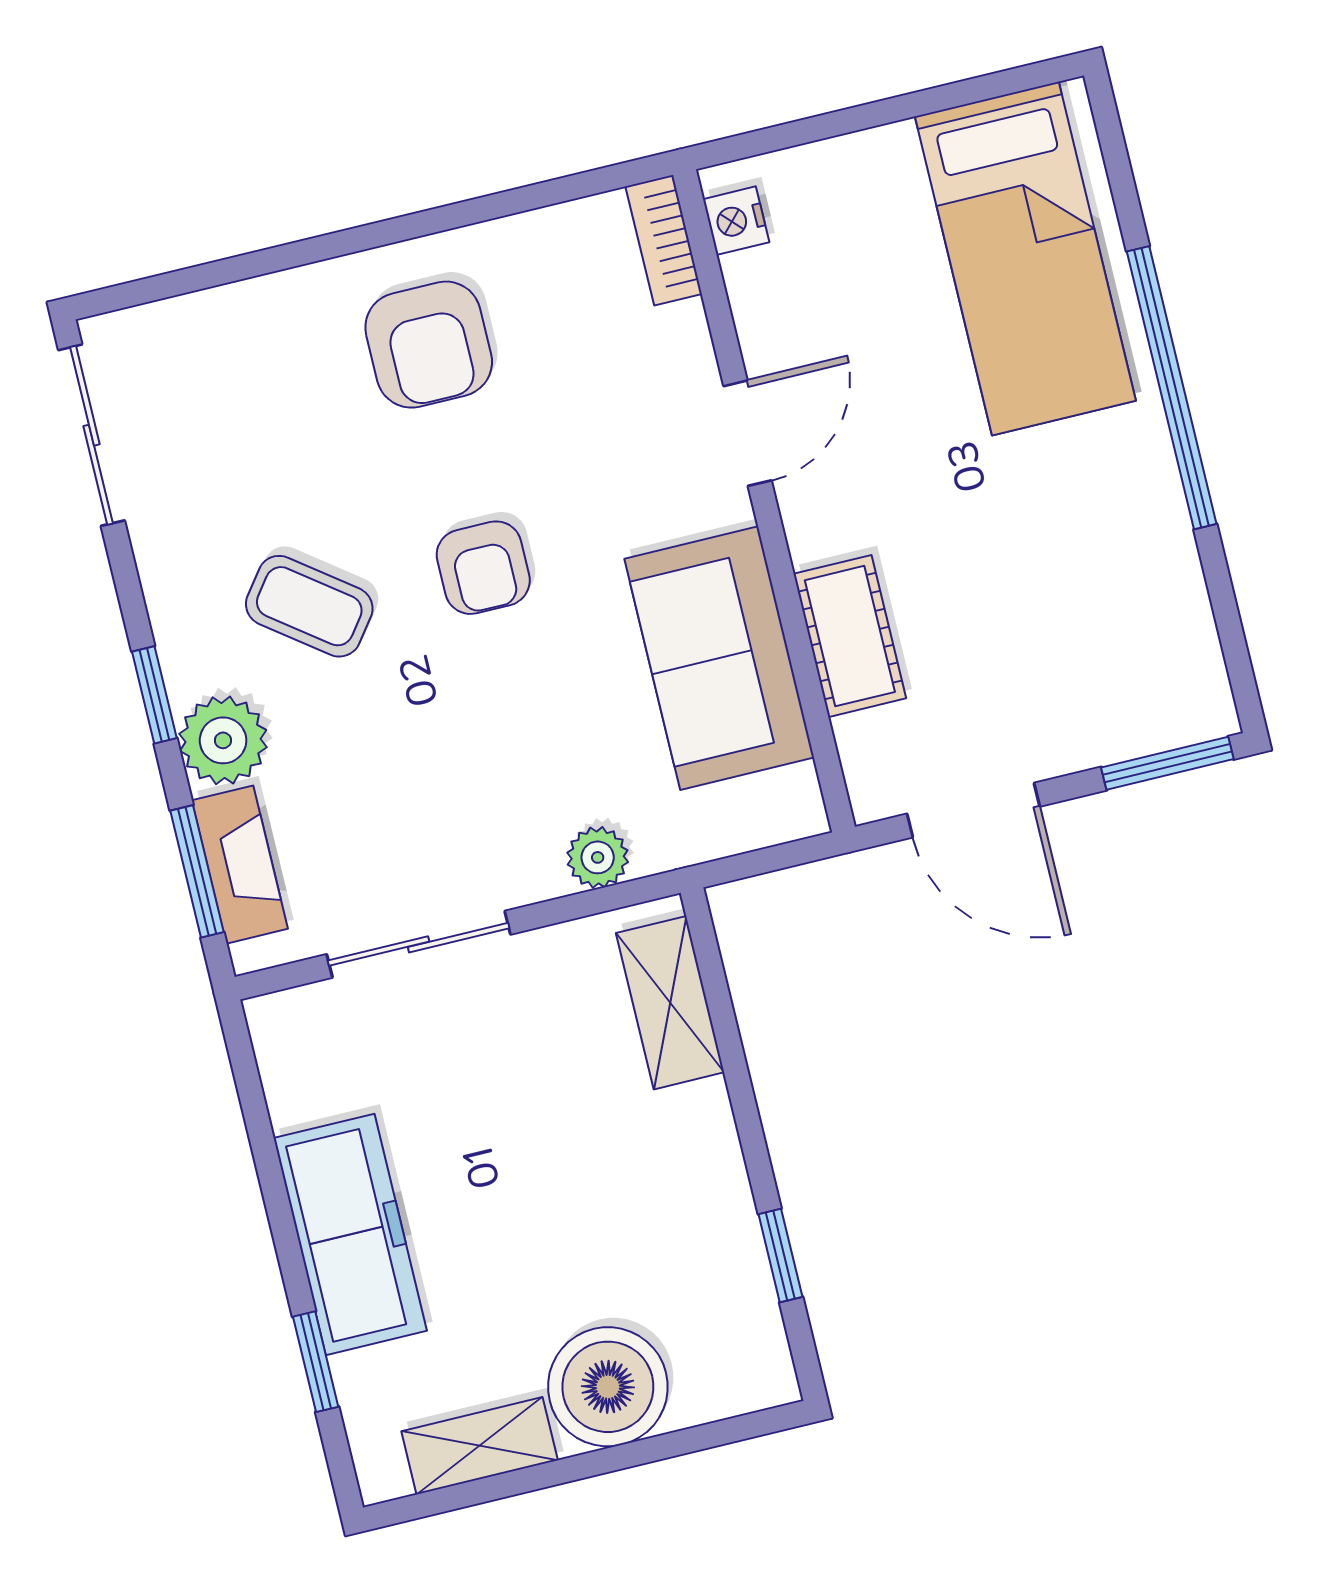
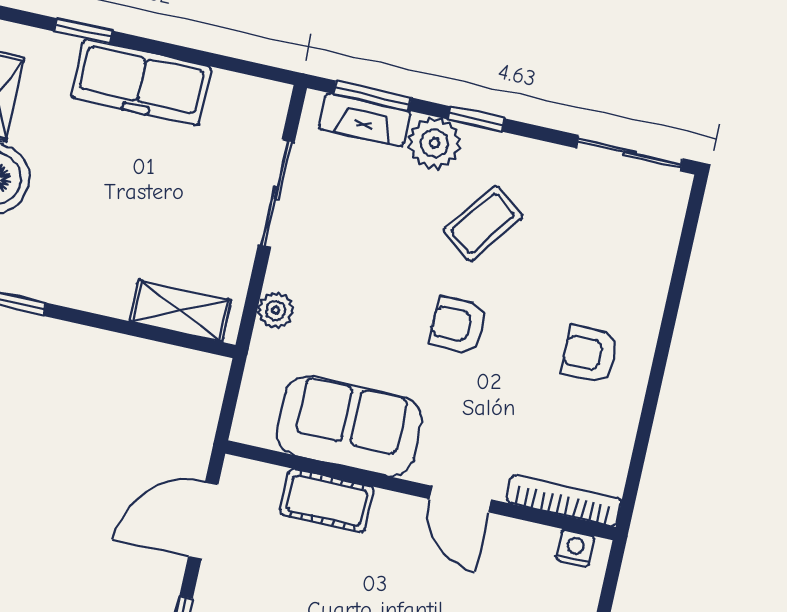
bookcase: (664, 240) -> (564, 501), width x1.56
armchair: (429, 345) -> (590, 354), width x0.72, depth x0.72

